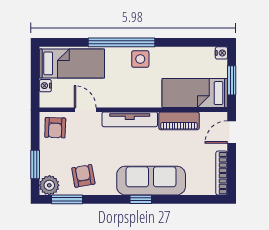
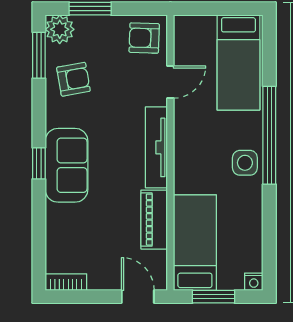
nightstand: (45, 86) -> (206, 24), removed
bookcase: (222, 173) -> (66, 282), width x0.64
sofa: (151, 181) -> (67, 165), width x0.73

